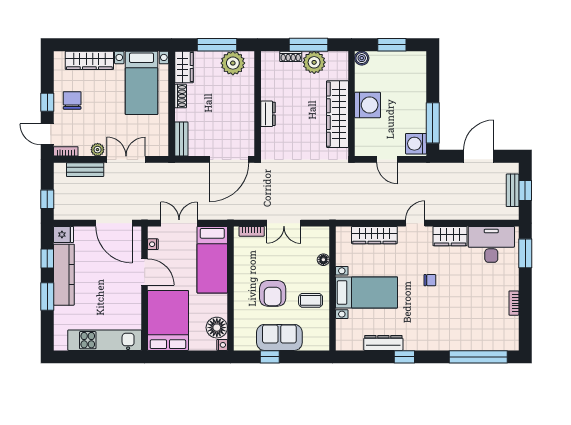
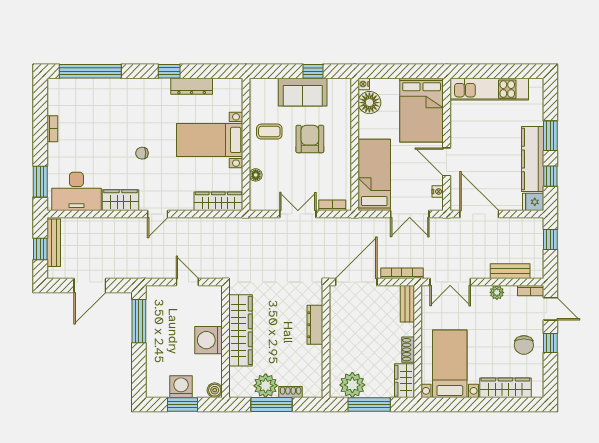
dresser: (268, 114) -> (315, 325), width x1.44
washing machine: (416, 144) -> (181, 387), moved, turned -90
double door: (126, 159) -> (450, 282), moved
bookcase: (186, 168) -> (402, 273), added
bench: (513, 190) -> (54, 243), width x1.36
wardrobe: (374, 235) -> (218, 201), moved

